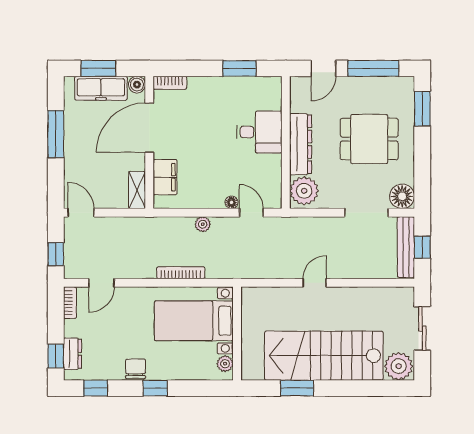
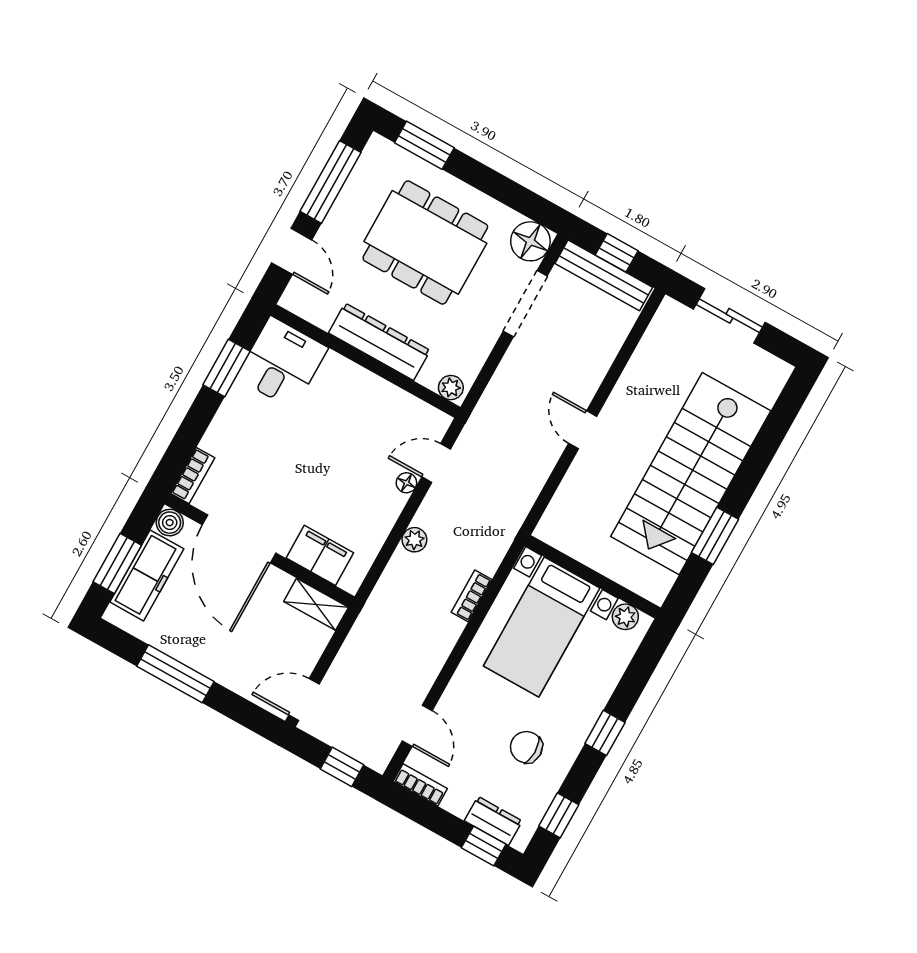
desk: (259, 132) -> (282, 363), moved
dining table: (369, 139) -> (425, 242), width x1.38
plant: (304, 191) -> (451, 388), width x0.53, depth x0.53
bookcase: (181, 273) -> (472, 596), width x0.64
plant: (399, 366) -> (763, 378), removed
chair: (135, 369) -> (526, 747), moved

